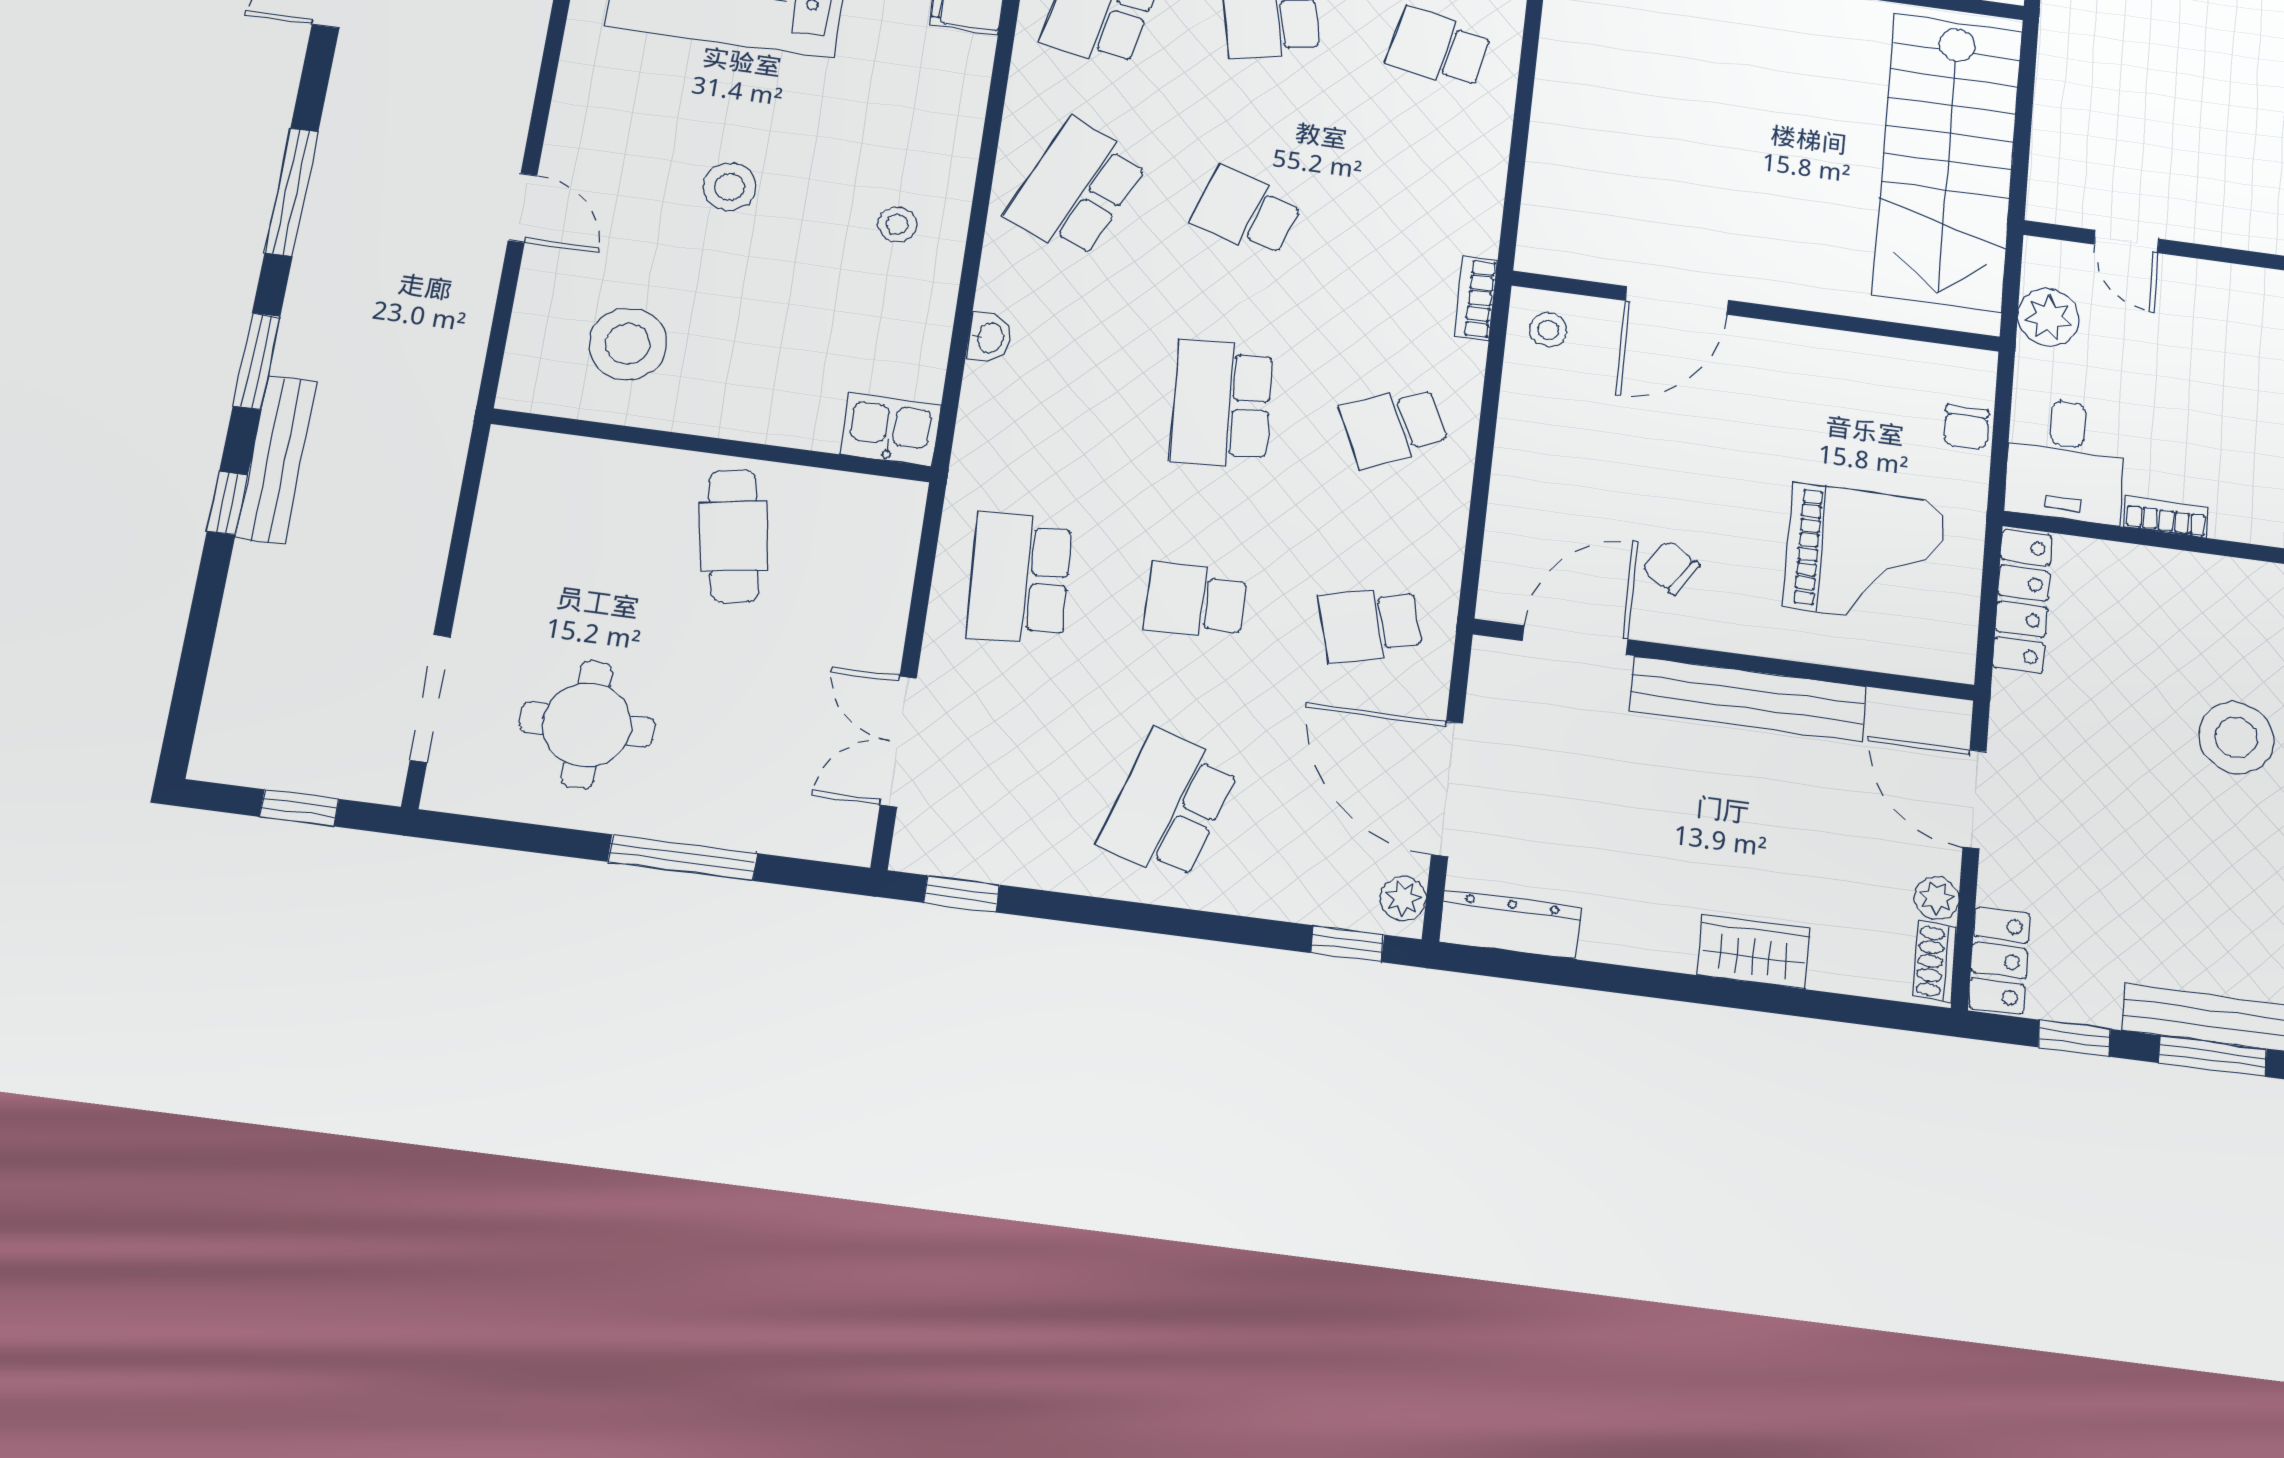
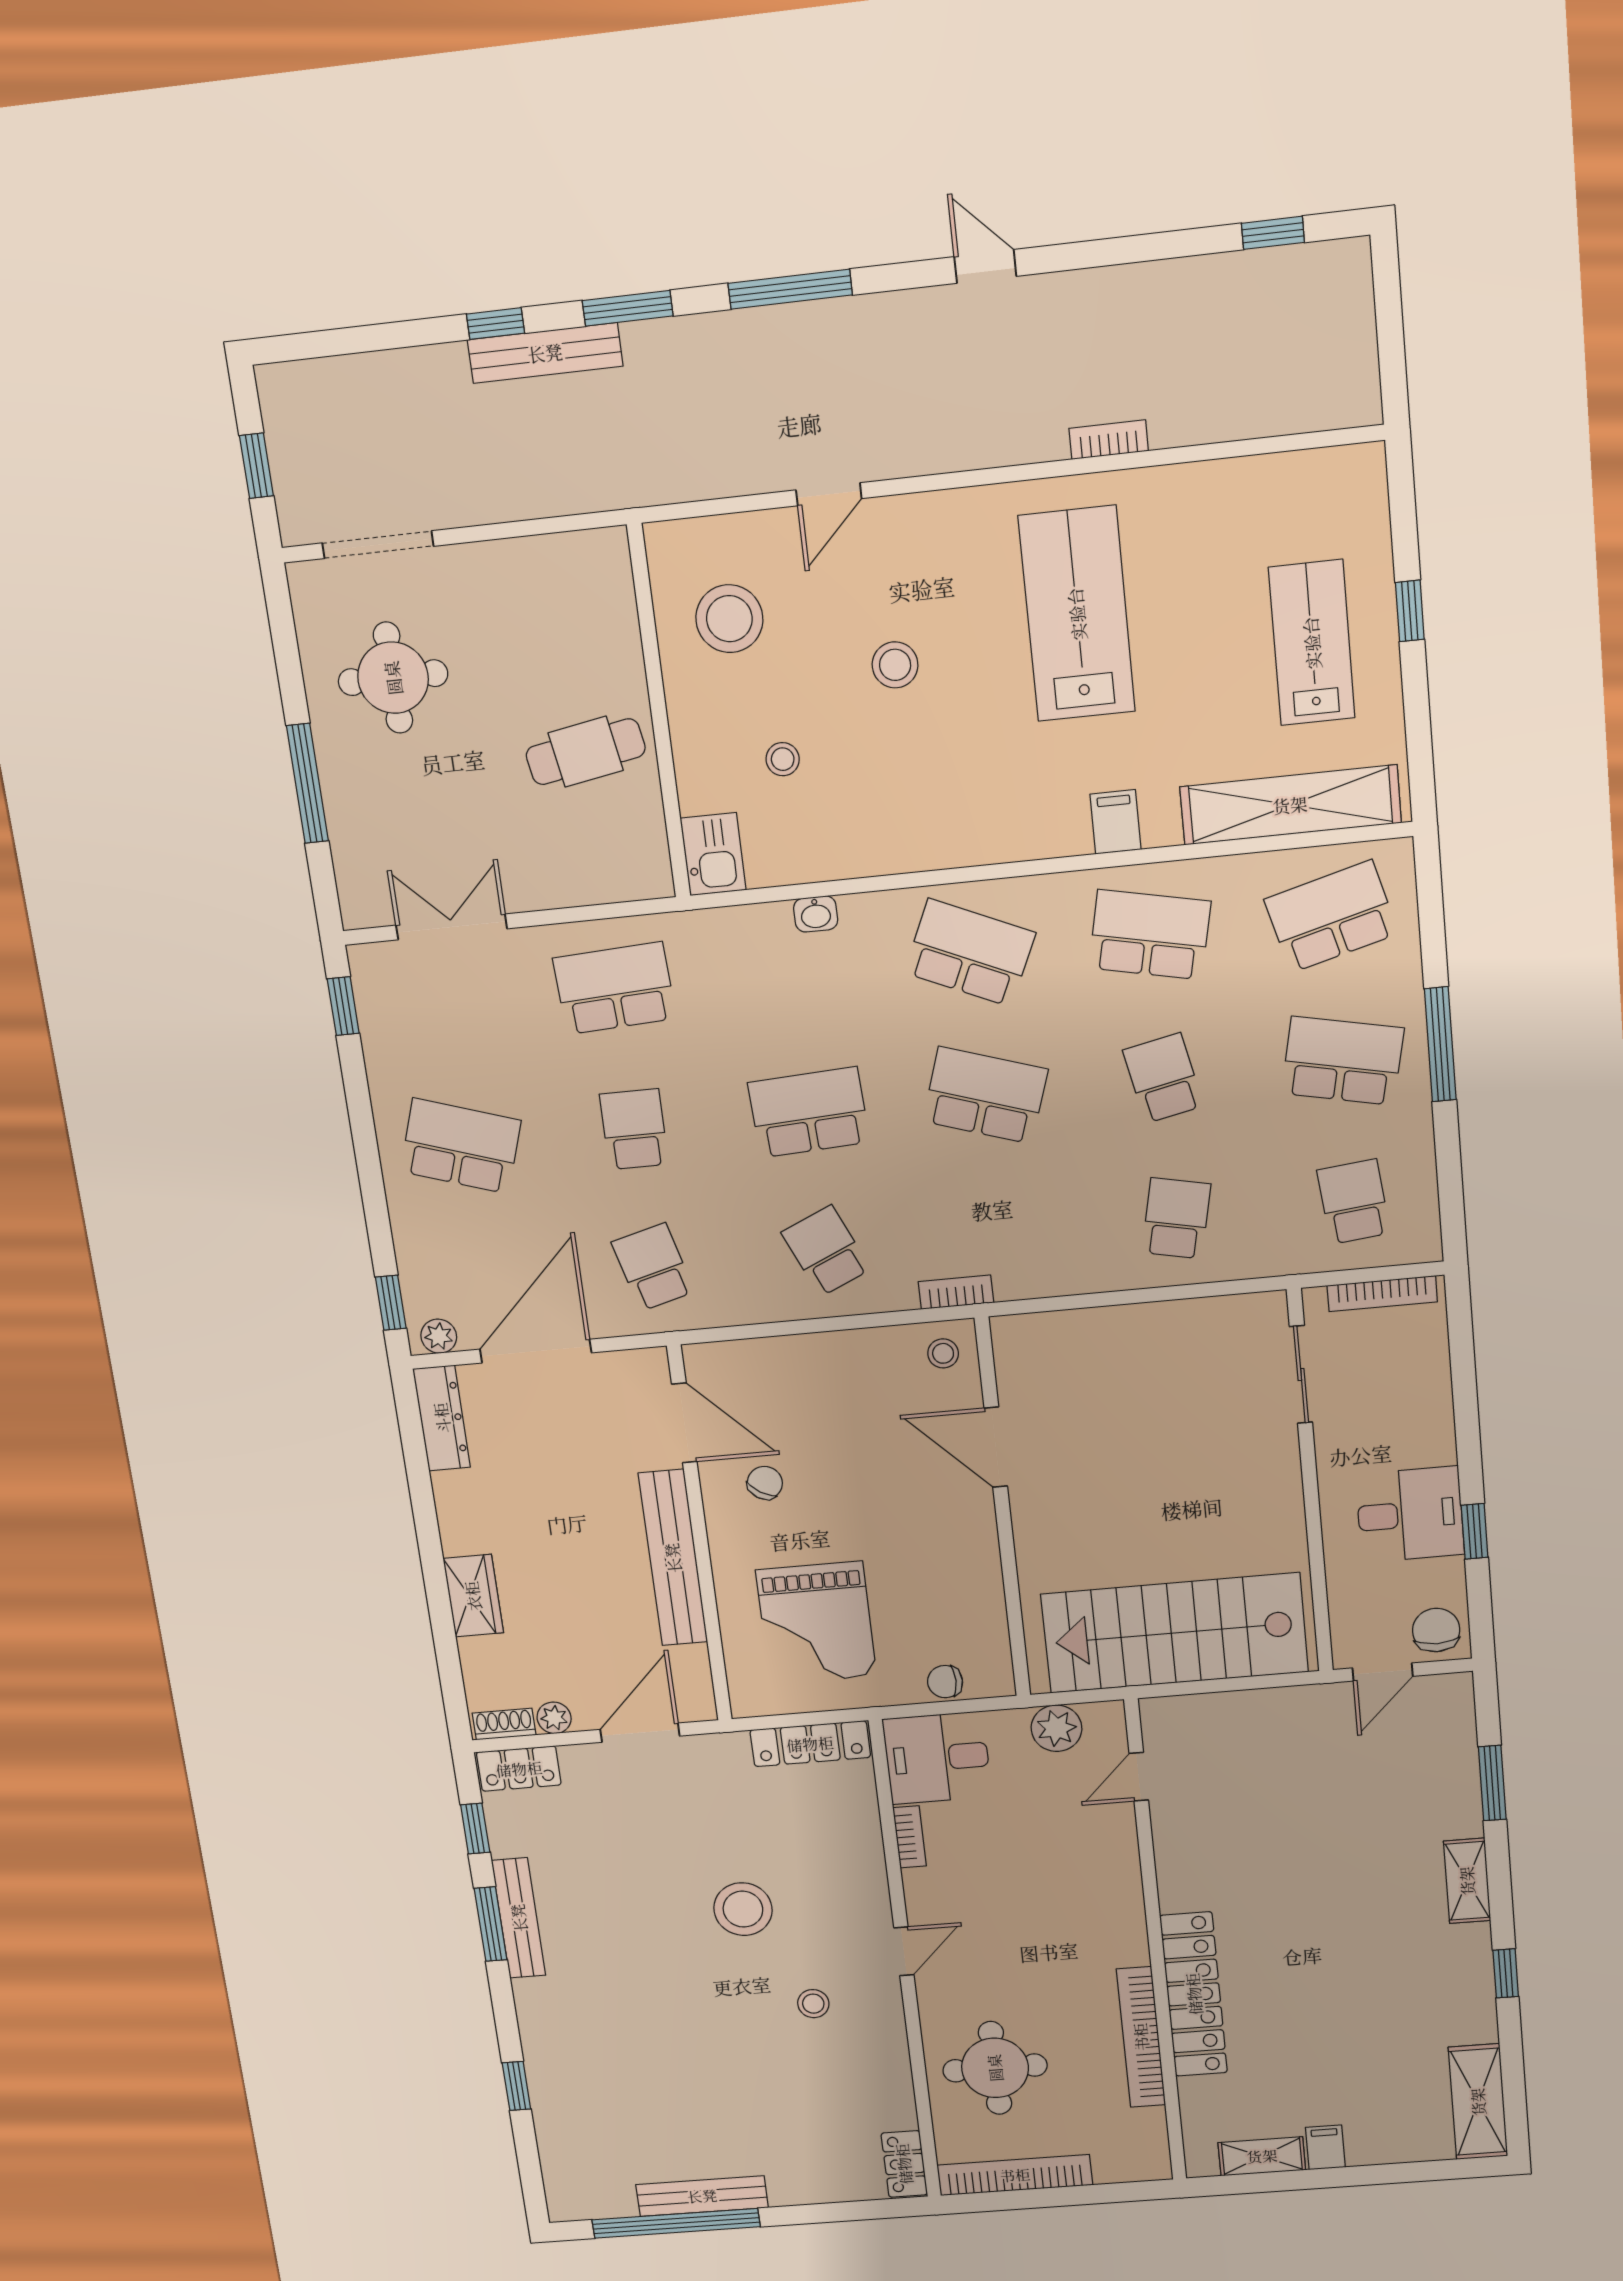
school desk: (1247, 211) -> (985, 1095), width x1.85
stool: (897, 224) -> (783, 759), moved

